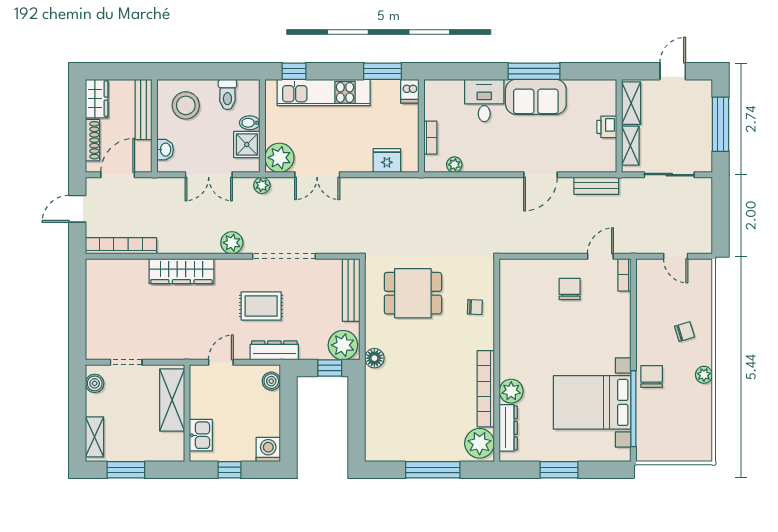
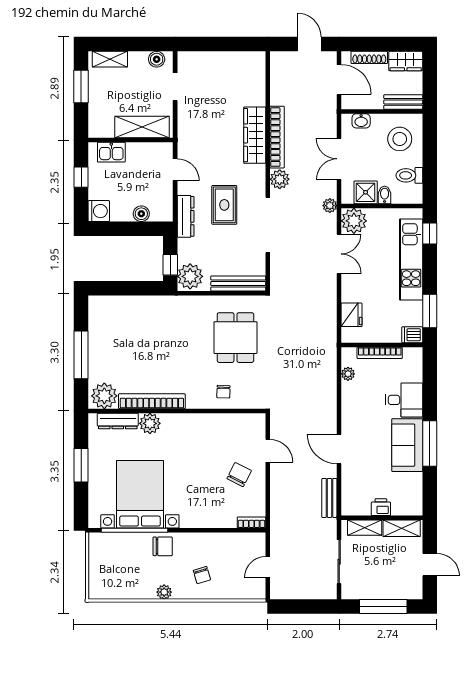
bench: (143, 109) -> (403, 102), width x0.73
bookcase: (430, 138) -> (380, 353), width x1.56
double door: (317, 175) -> (339, 254), swing flipped
bookcase: (121, 246) -> (277, 137), moved
door: (600, 256) -> (268, 451), moved
chair: (570, 289) -> (239, 475), turned -63
floor lamp: (374, 358) -> (179, 304), removed
boiler: (271, 381) -> (141, 214), moved

